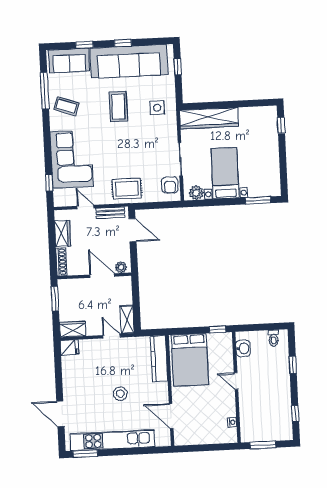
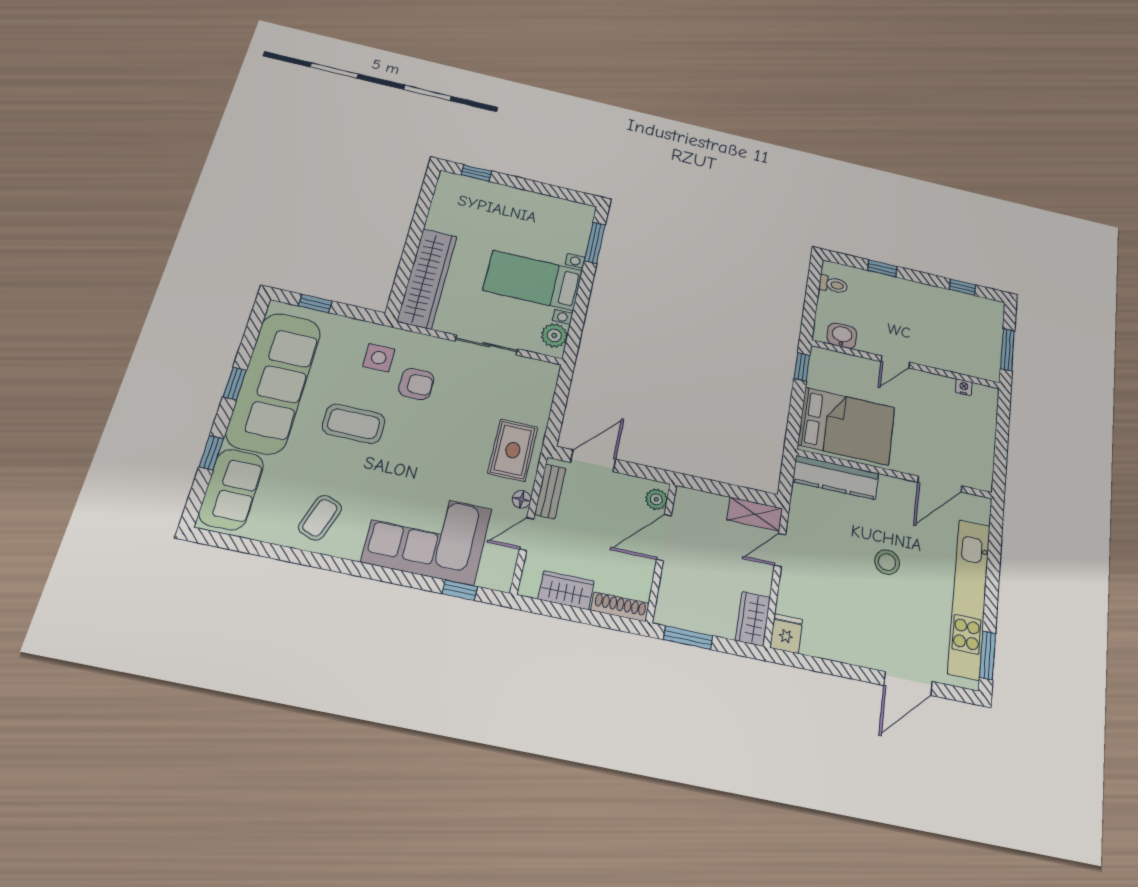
window: (45, 91) -> (274, 551), removed
armchair: (170, 185) -> (416, 384), moved
floor lamp: (102, 200) -> (522, 499), added

